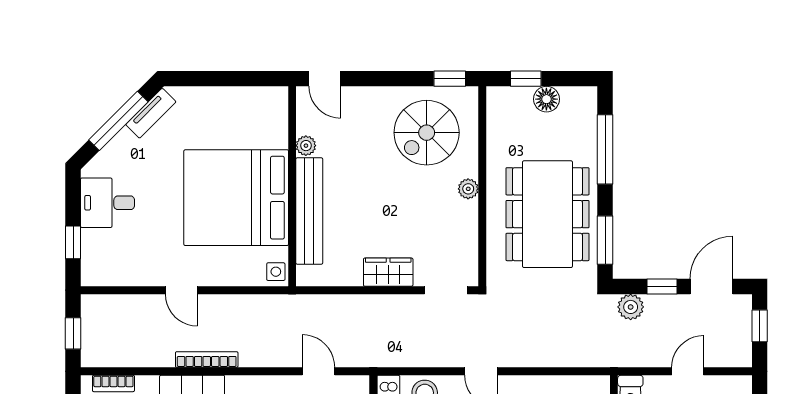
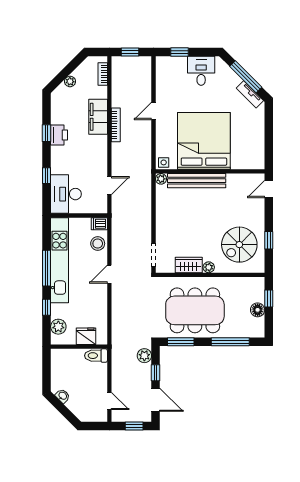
window: (450, 79) -> (269, 240), moved
spiral stairs: (427, 133) -> (239, 245), turned -90
plant: (306, 146) -> (161, 179), moved
wardrobe: (388, 272) -> (189, 265), moved, turned -90
door: (688, 371) -> (109, 401), moved

